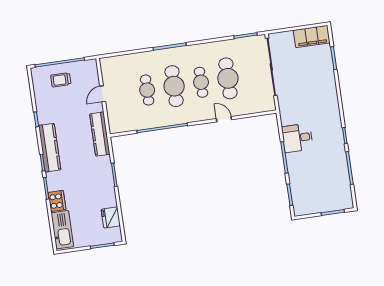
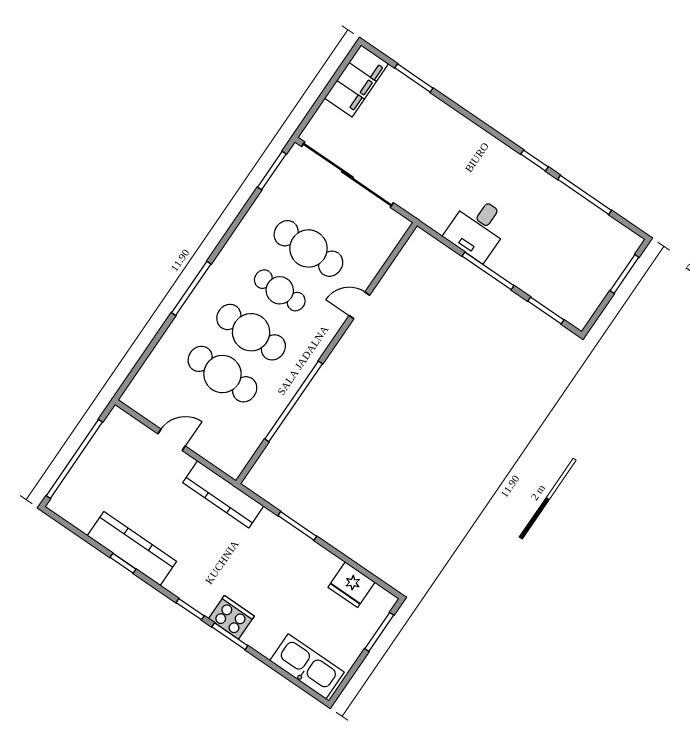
trolley: (61, 80) -> (100, 479), removed
cafe table: (147, 90) -> (222, 374), width x1.37, depth x1.35
door: (103, 94) -> (172, 440), swing flipped
kitchen counter: (50, 148) -> (132, 549), moved
cooker: (57, 201) -> (231, 617), moved

